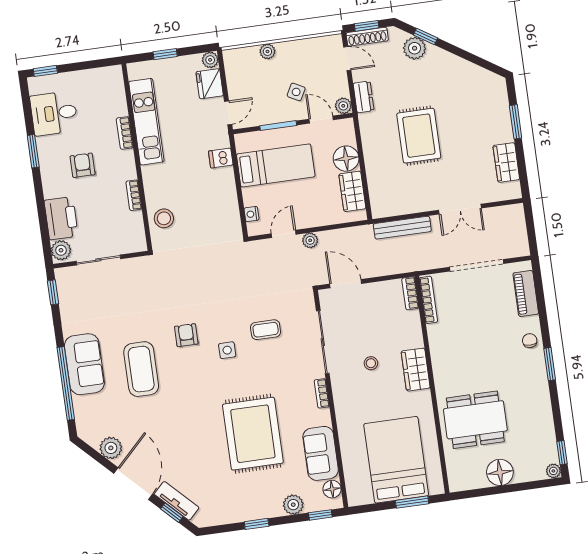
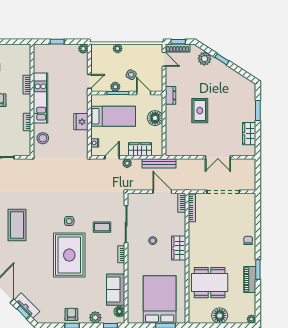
window: (426, 37) -> (222, 59), moved
fridge: (210, 84) -> (81, 122), moved
dresser: (364, 97) -> (170, 95), moved
plant: (343, 106) -> (115, 87), moved
kitchen unit: (146, 122) -> (40, 98), moved
rug: (419, 136) -> (200, 111), width x0.73, depth x0.70
dishwasher: (221, 158) -> (81, 107), removed
wardrobe: (352, 191) -> (140, 149), moved, turned 90
bench: (402, 228) -> (159, 163), moved
door: (346, 284) -> (162, 192), moved
piano: (526, 293) -> (250, 279), moved
coffee table: (266, 330) -> (102, 227), moved
armchair: (186, 335) -> (71, 314), moved
window: (550, 364) -> (258, 270), moved
rug: (253, 434) -> (69, 255), moved
window: (562, 453) -> (258, 309), removed

